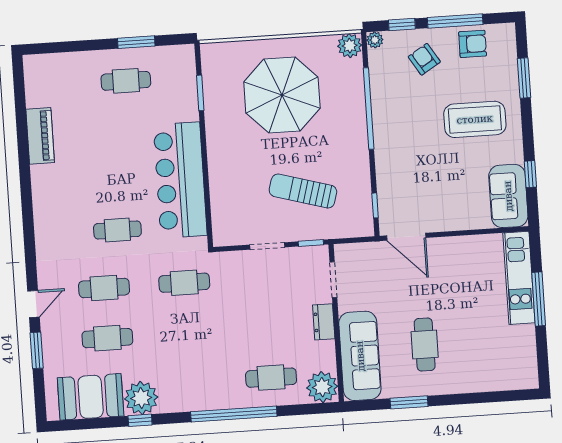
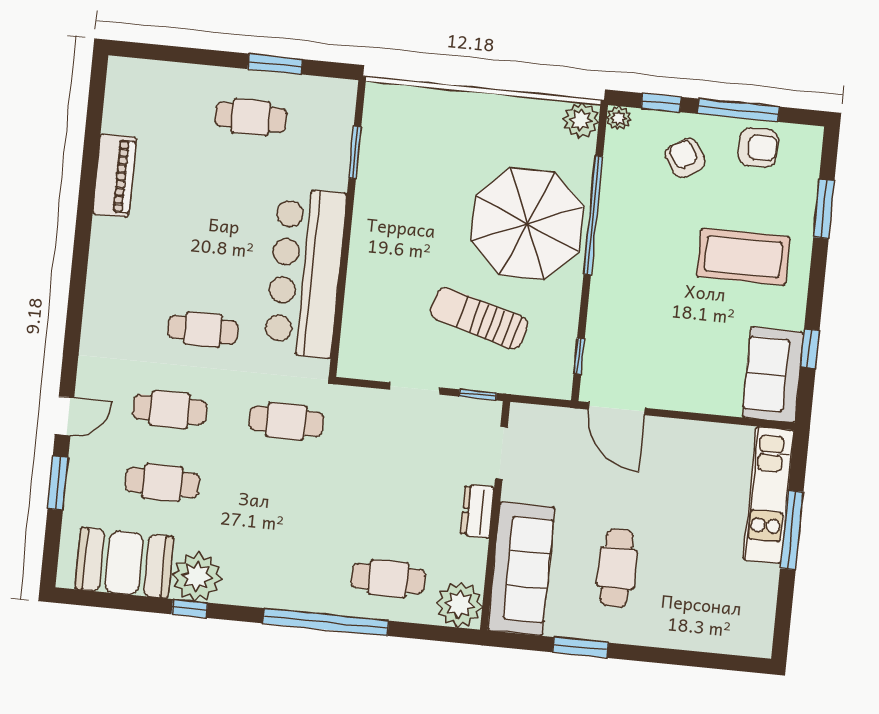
parasol: (282, 95) -> (527, 224), moved

